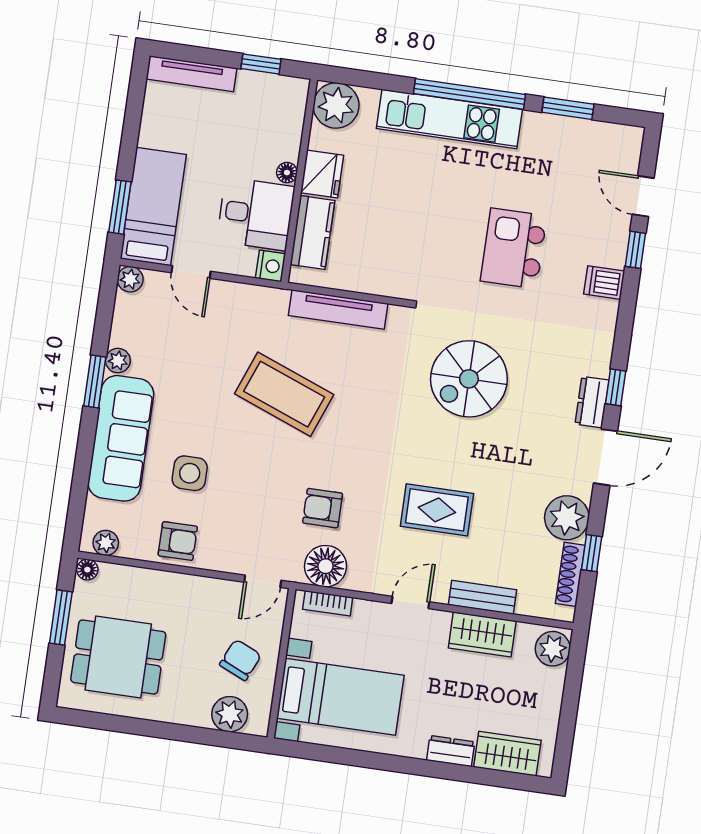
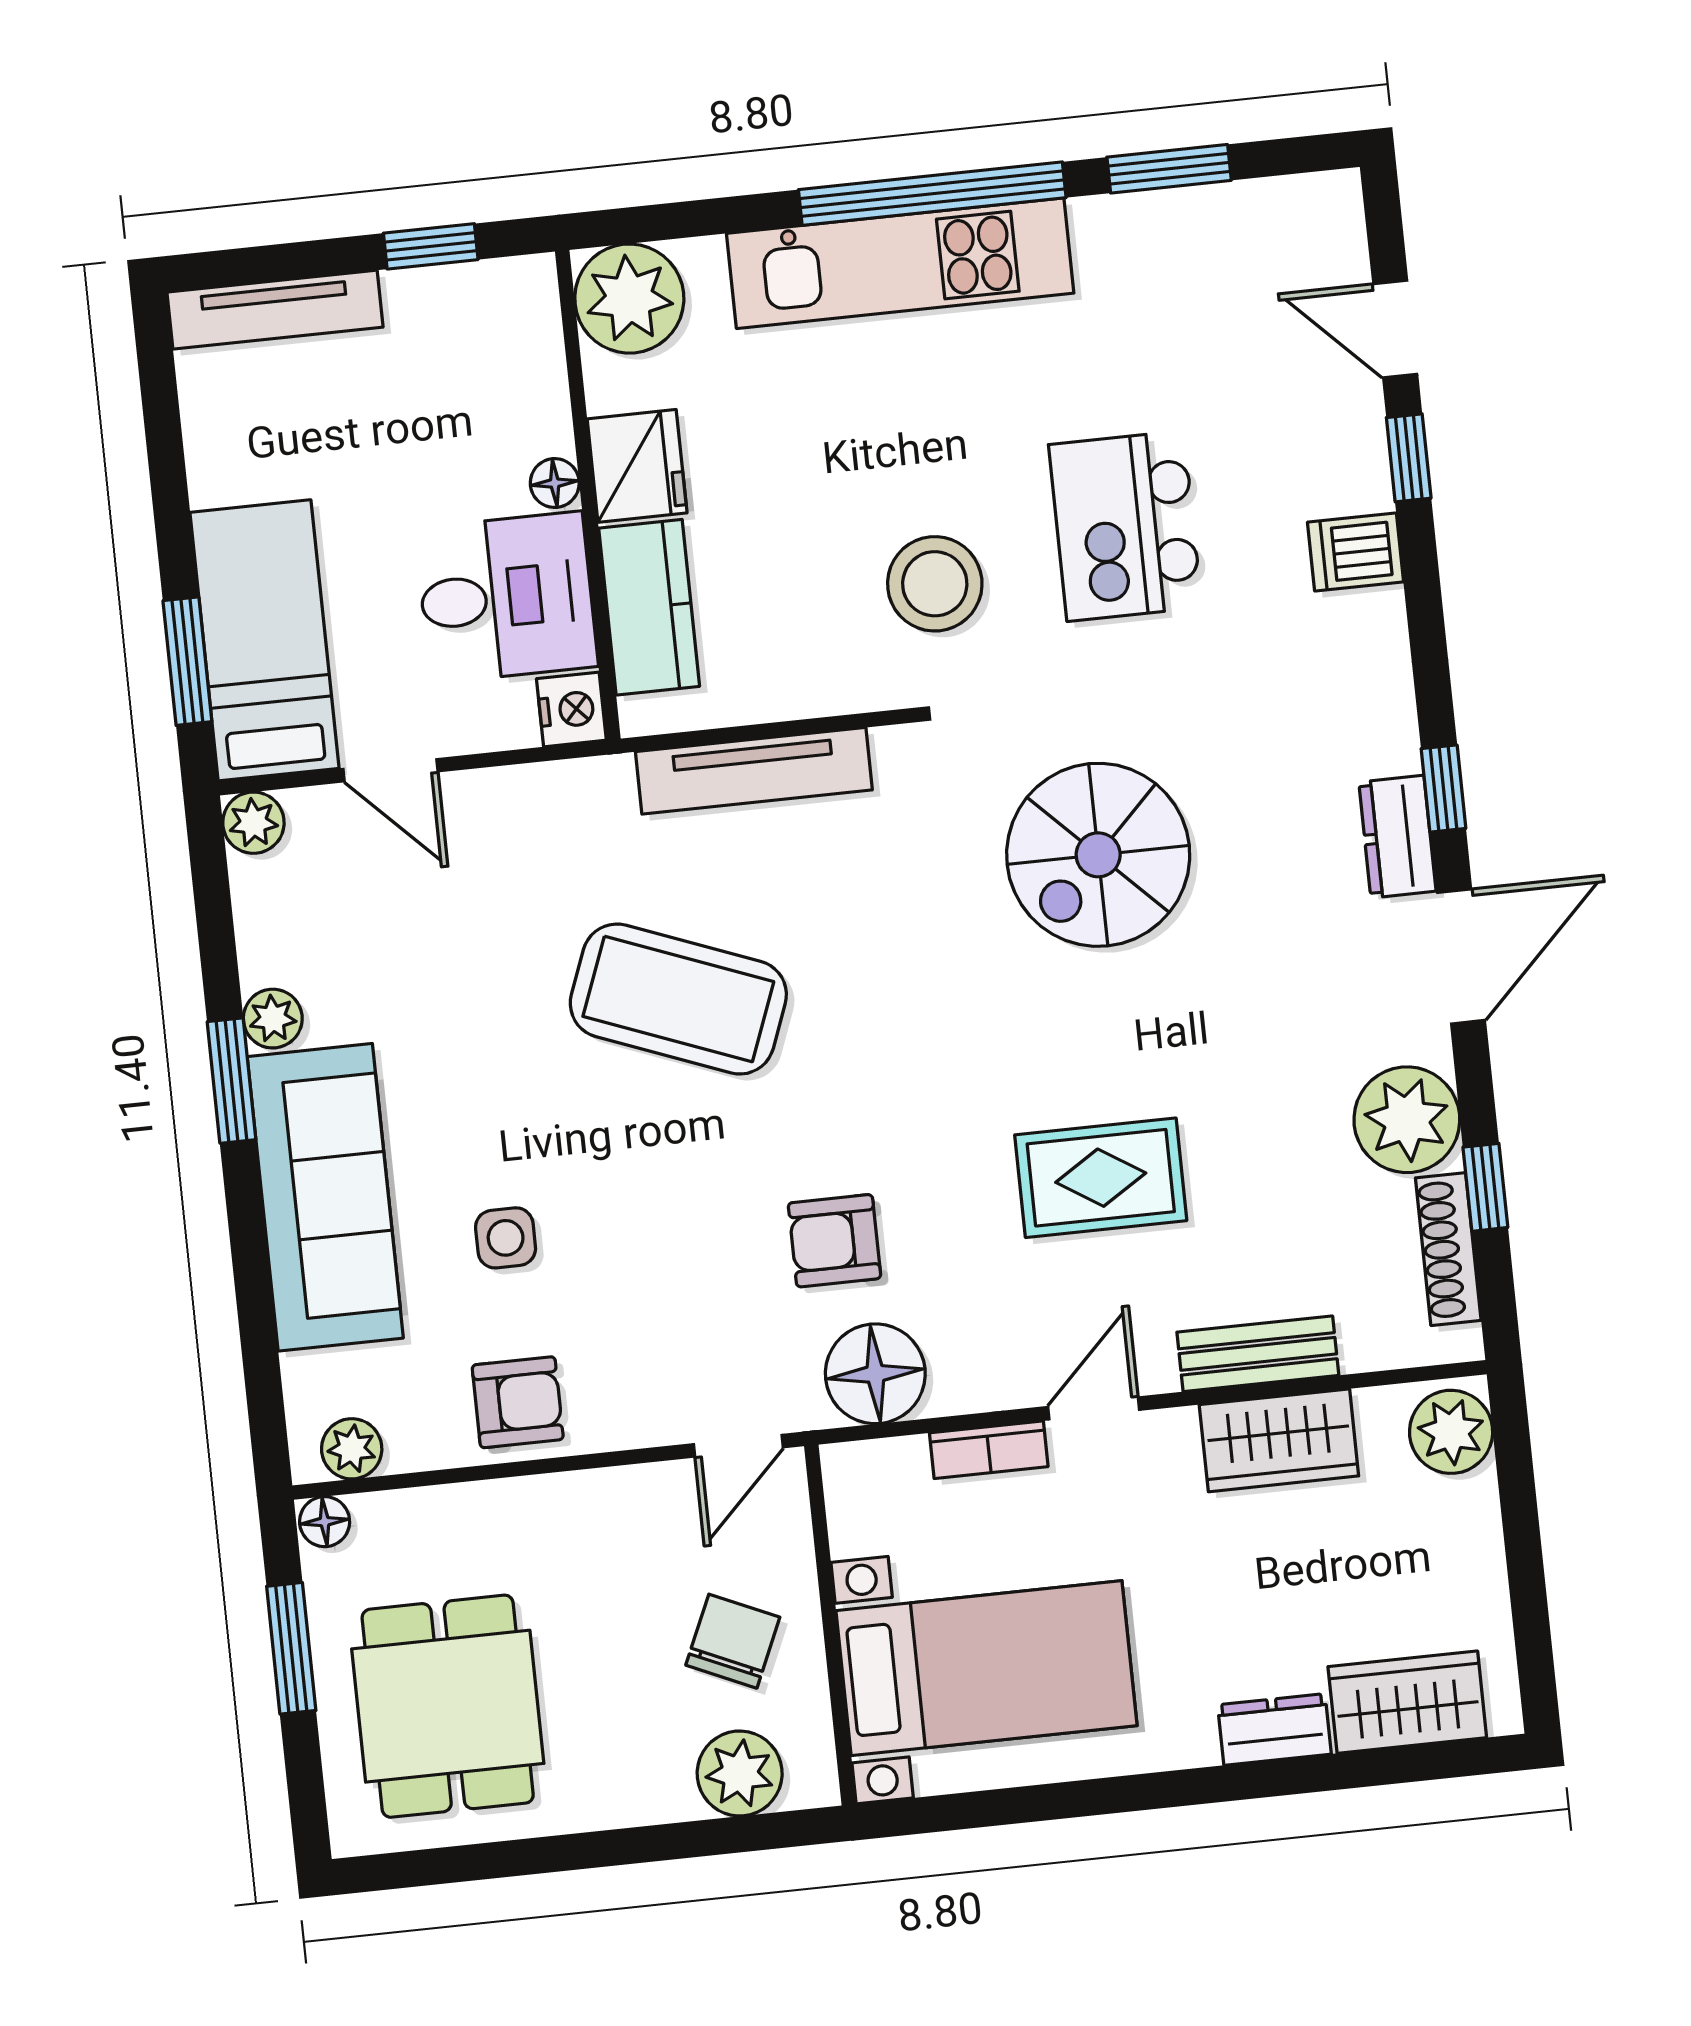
stool: (431, 252) -> (935, 584), added
side table: (190, 473) -> (506, 1238), width x0.73, depth x0.73
bookcase: (328, 603) -> (989, 1450), moved
dining table: (118, 657) -> (448, 1706), turned 90

